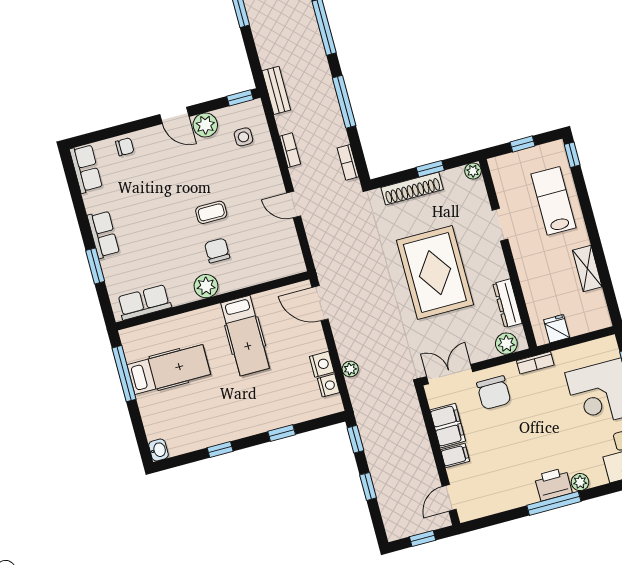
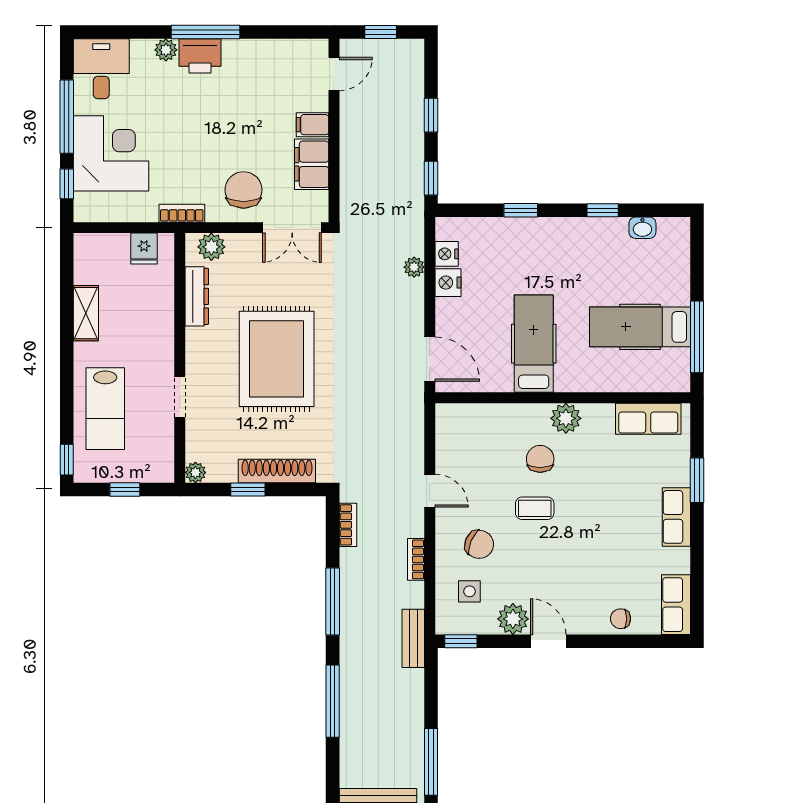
chair: (246, 174) -> (479, 544), added
chair: (217, 250) -> (540, 459), turned 180
washbasin: (158, 450) -> (642, 228), moved, turned -90

